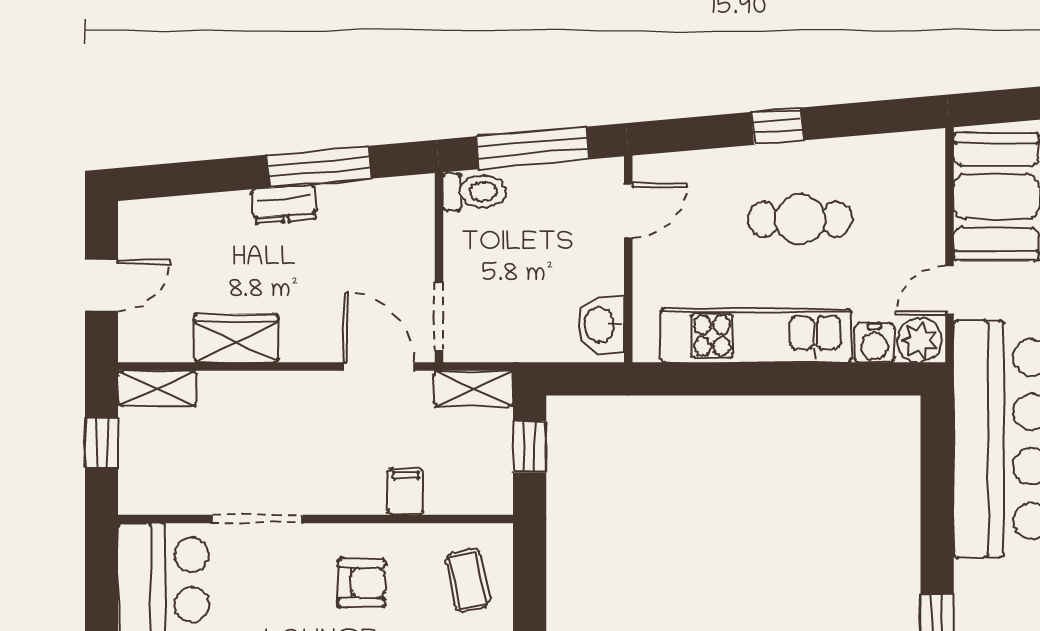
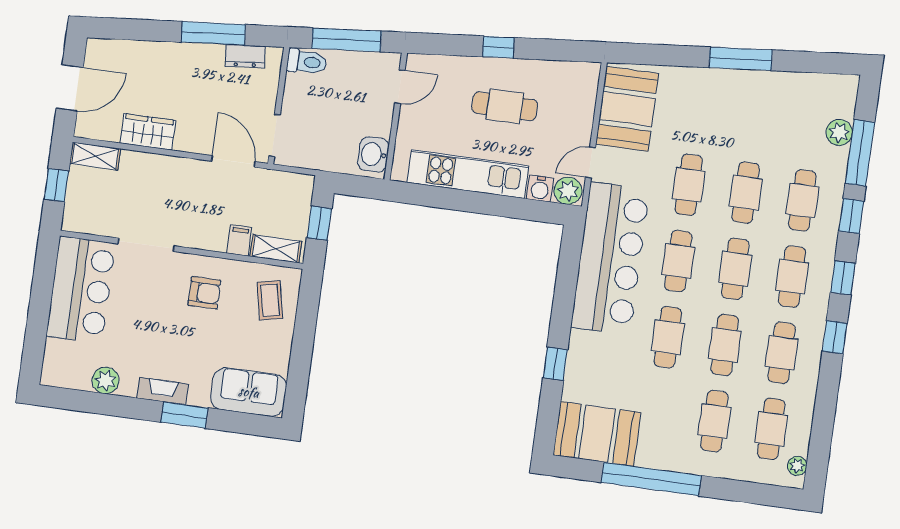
dresser: (284, 204) -> (245, 56), moved
door: (101, 285) -> (70, 88), width x1.38
shelving: (473, 389) -> (276, 249), moved

